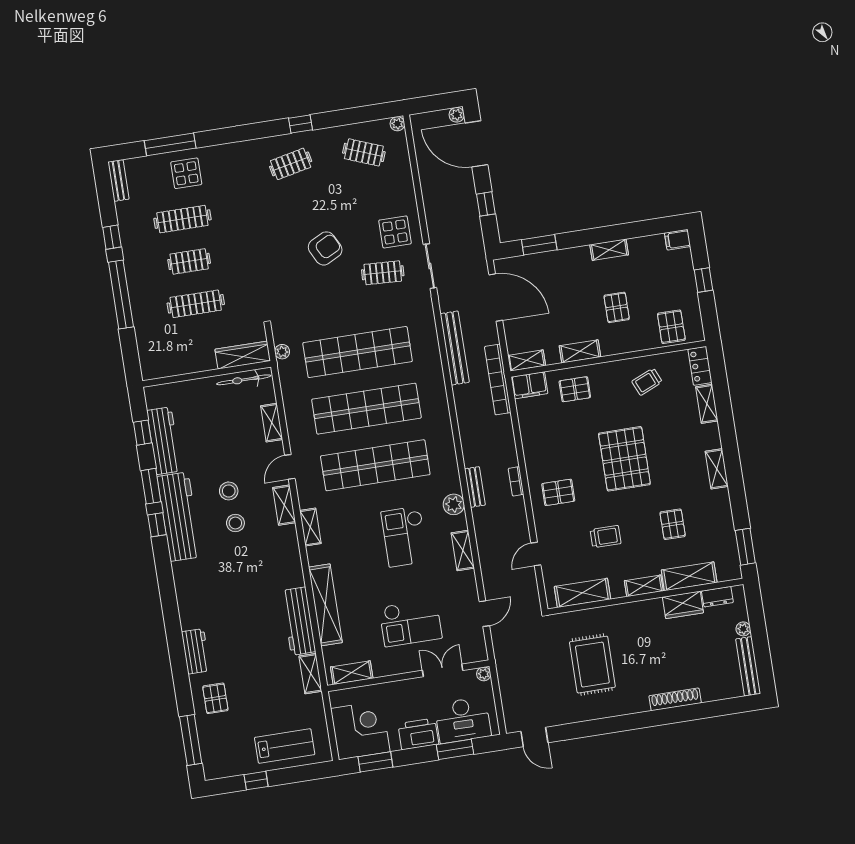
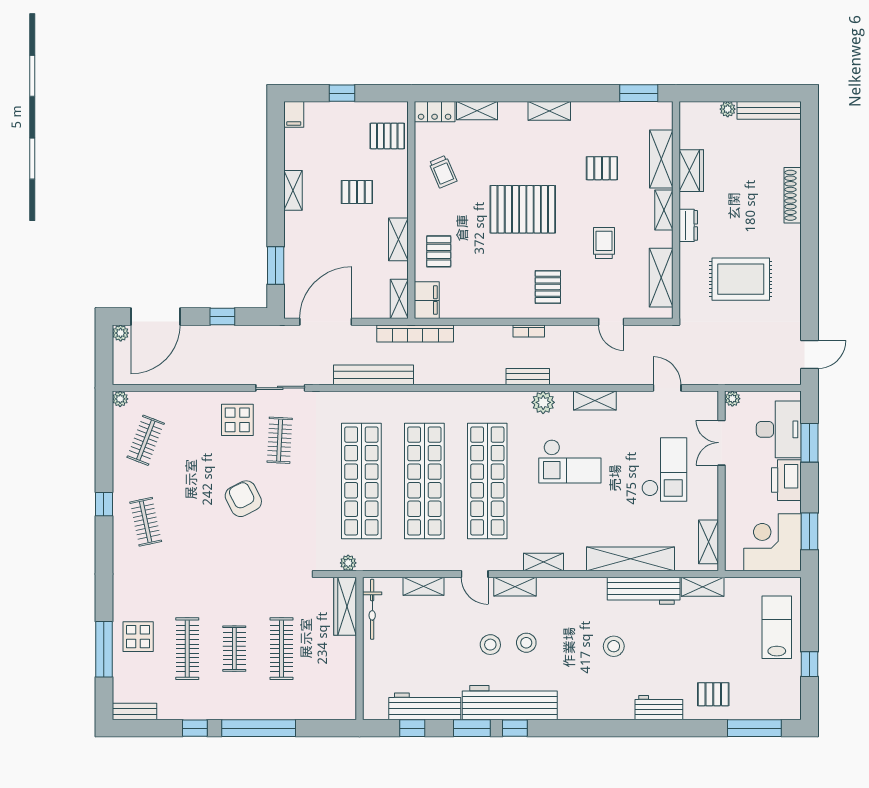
dresser: (717, 597) -> (688, 225), moved
stool: (245, 602) -> (614, 646), added

